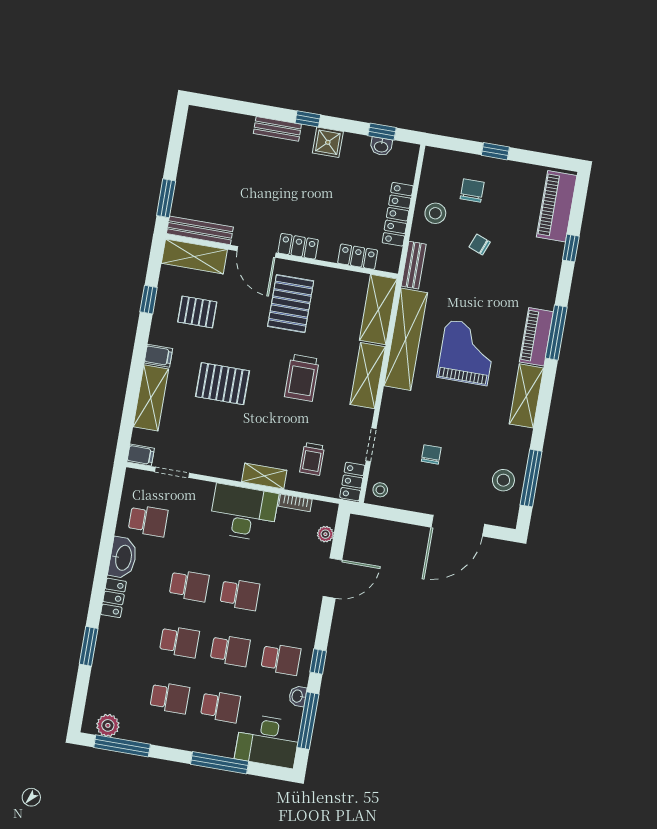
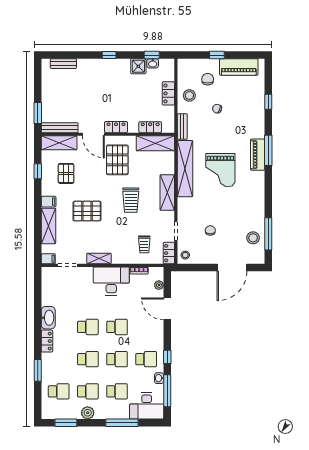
bench: (277, 129) -> (63, 64), moved
shower: (328, 142) -> (138, 66), moved
piano: (557, 206) -> (239, 67), moved, turned -90
locker: (398, 214) -> (168, 93), width x0.66
shelving: (378, 310) -> (155, 143), moved, turned 90
pallet: (197, 312) -> (66, 173), turned 90
grand piano: (467, 353) -> (220, 170), turned 180
shelving: (526, 396) -> (258, 189), removed
shelving: (264, 476) -> (99, 259), moved
school desk: (148, 521) -> (59, 391), moved
door: (333, 578) -> (167, 309), swing flipped
plant: (108, 725) -> (88, 413), moved
window: (122, 746) -> (66, 423), width x0.69

